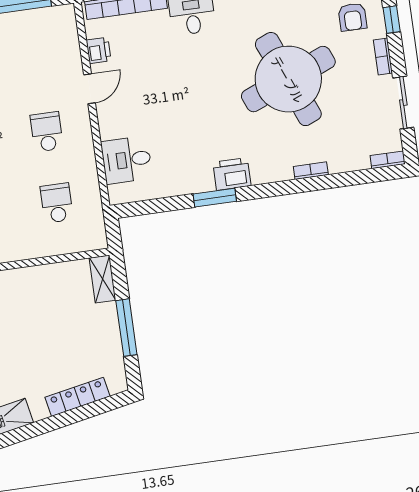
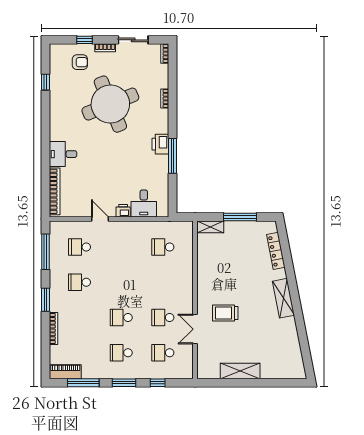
printer: (99, 50) -> (123, 211), moved
school desk: (47, 132) -> (80, 247), moved
window: (215, 198) -> (173, 156), width x1.44

